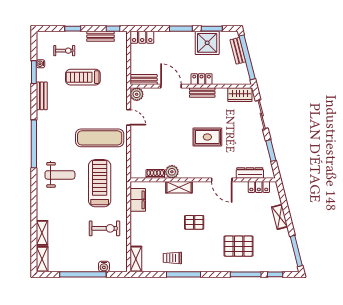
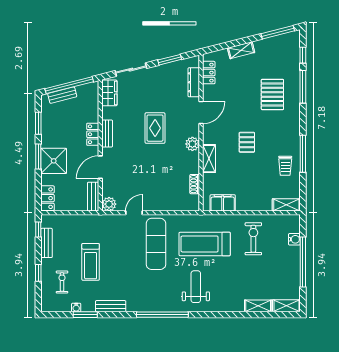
shower: (207, 43) -> (54, 161), moved
plant: (172, 172) -> (192, 144), moved

